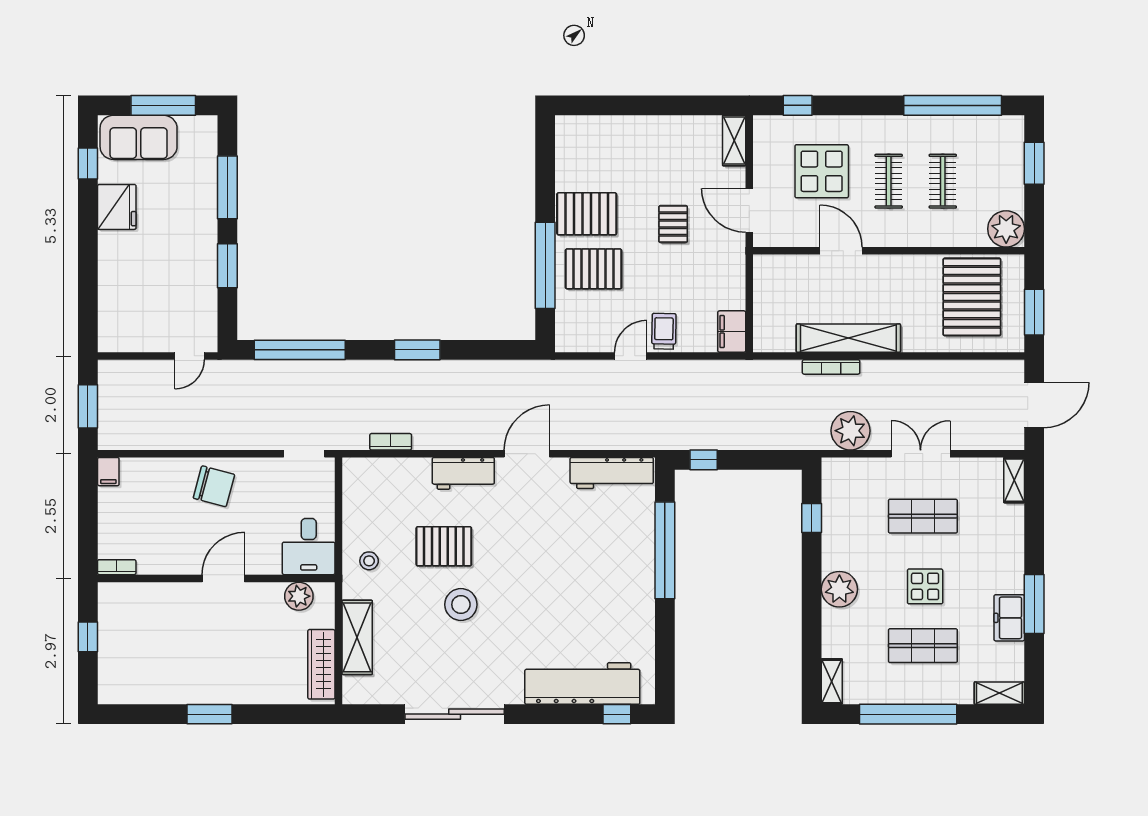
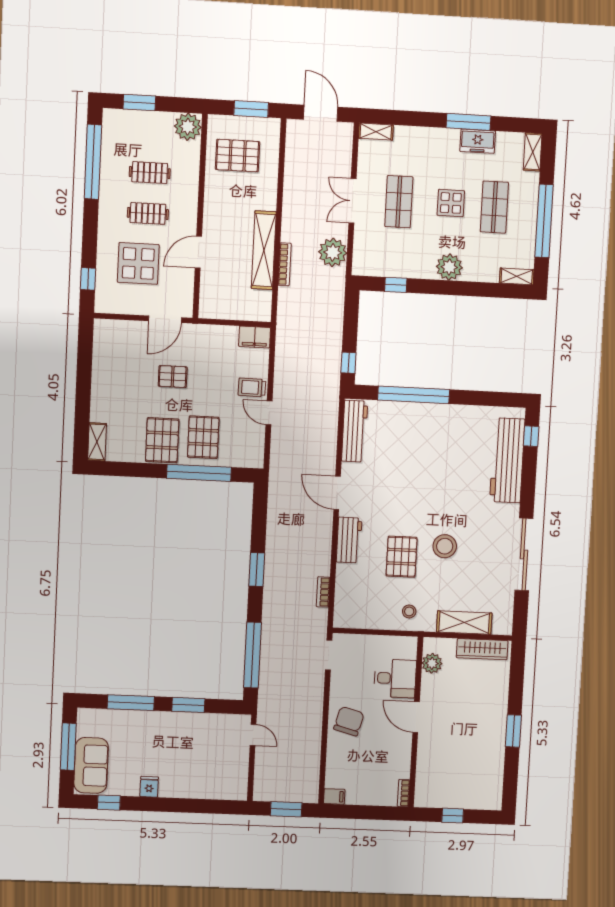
shelving: (734, 141) -> (97, 442), moved, turned 90
fridge: (117, 207) -> (149, 787), width x0.53, depth x0.75
pallet: (972, 297) -> (238, 156), width x0.73, depth x0.71
desk: (309, 547) -> (395, 678), moved

